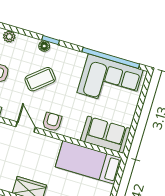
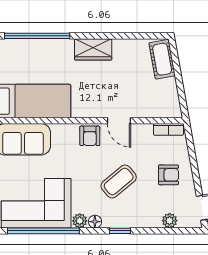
floor lamp: (44, 46) -> (95, 222), moved
plant: (80, 57) -> (80, 221), added

